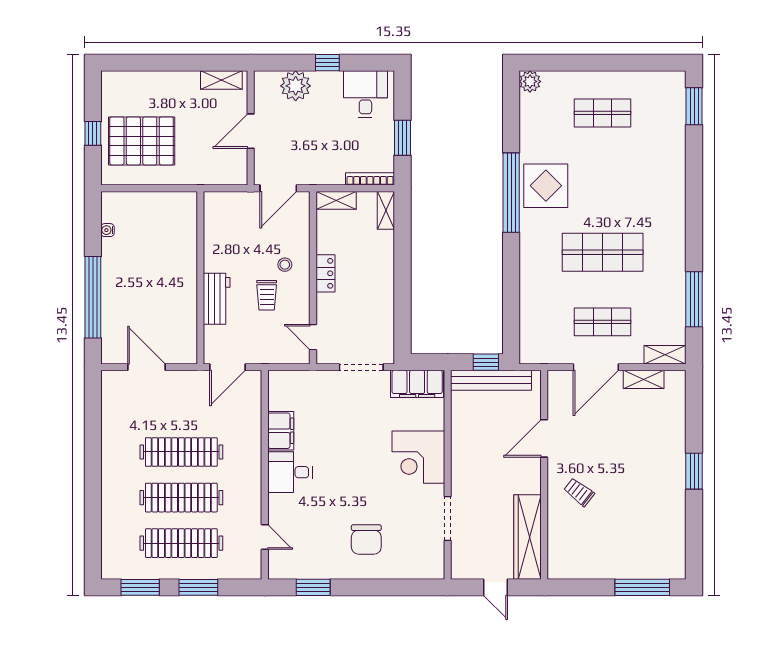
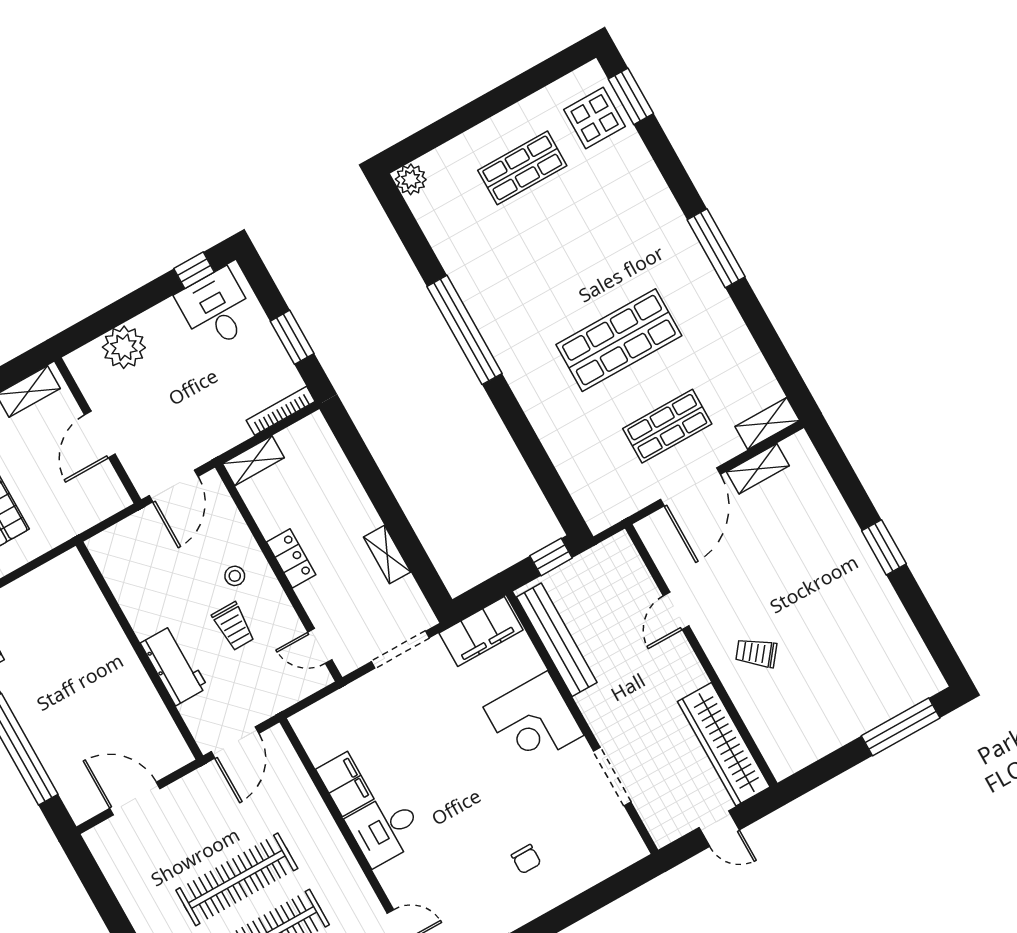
window: (327, 63) -> (194, 270), moved
display table: (546, 186) -> (595, 118), moved, width x0.73, depth x0.73
shelving: (386, 210) -> (387, 555), moved
window: (694, 299) -> (716, 248), moved
bench: (491, 380) -> (557, 640), moved, turned 90
door: (544, 438) -> (676, 611), width x0.73
chair: (366, 539) -> (526, 859), width x0.54, depth x0.54

